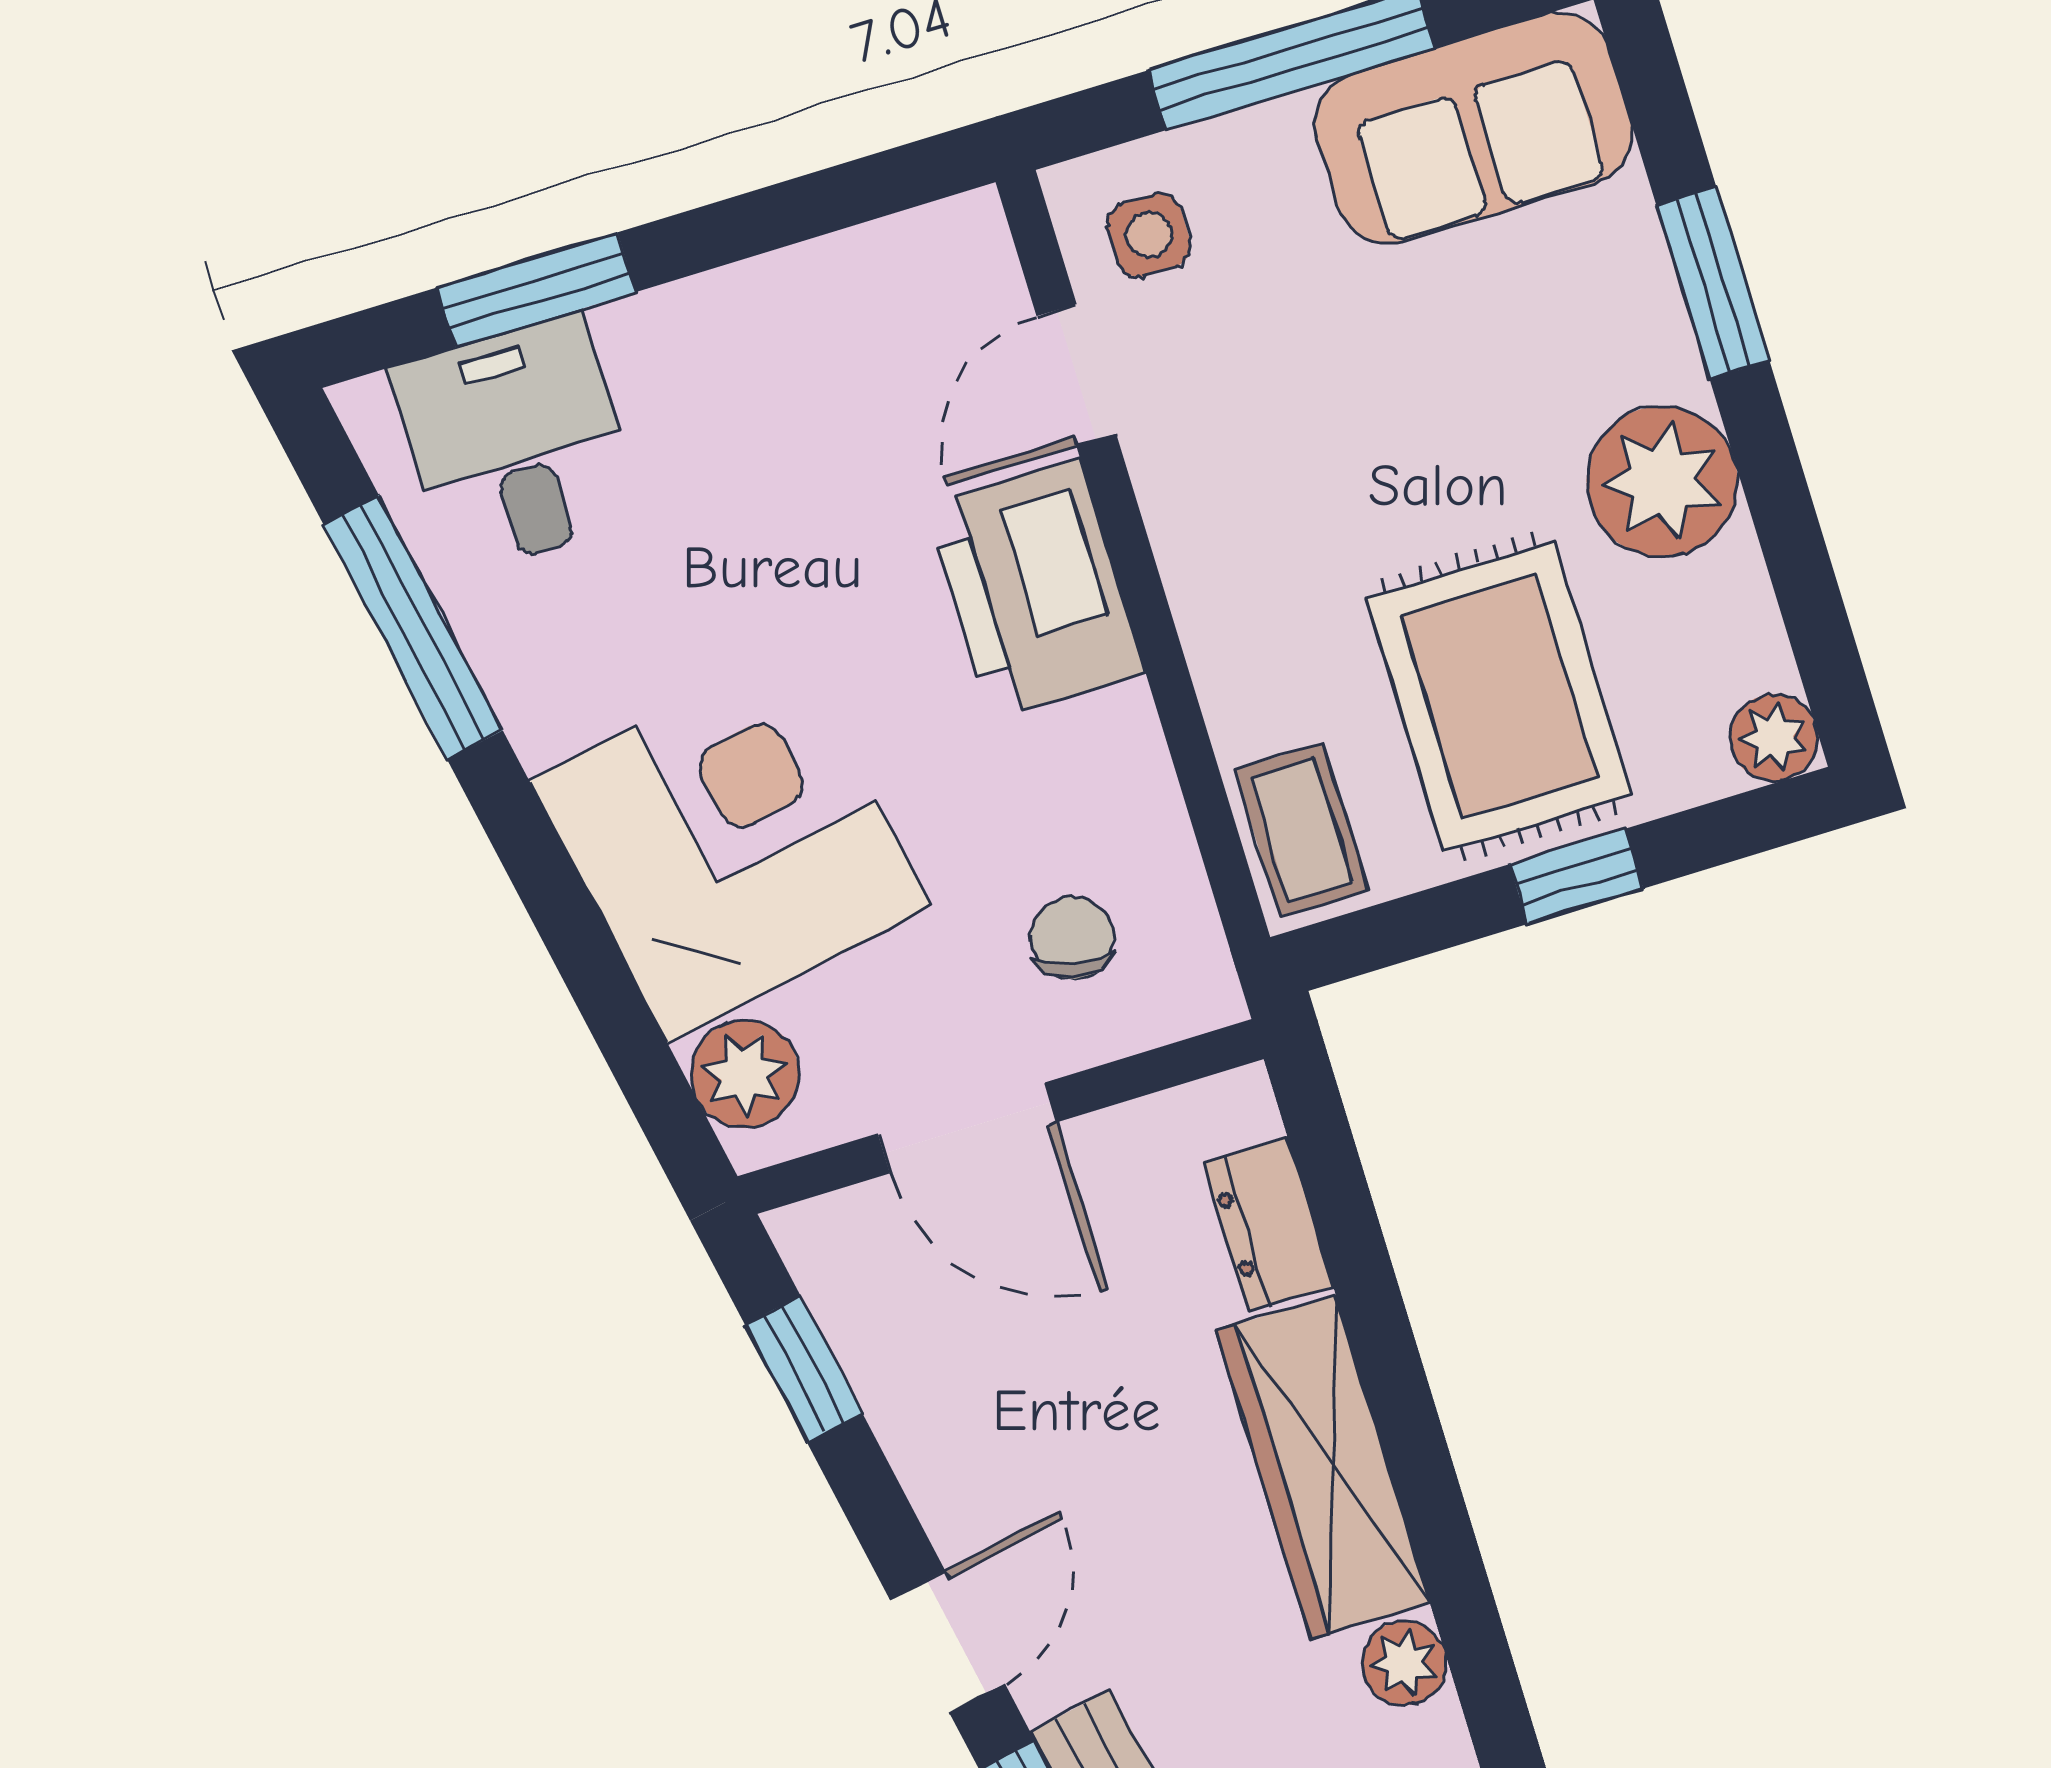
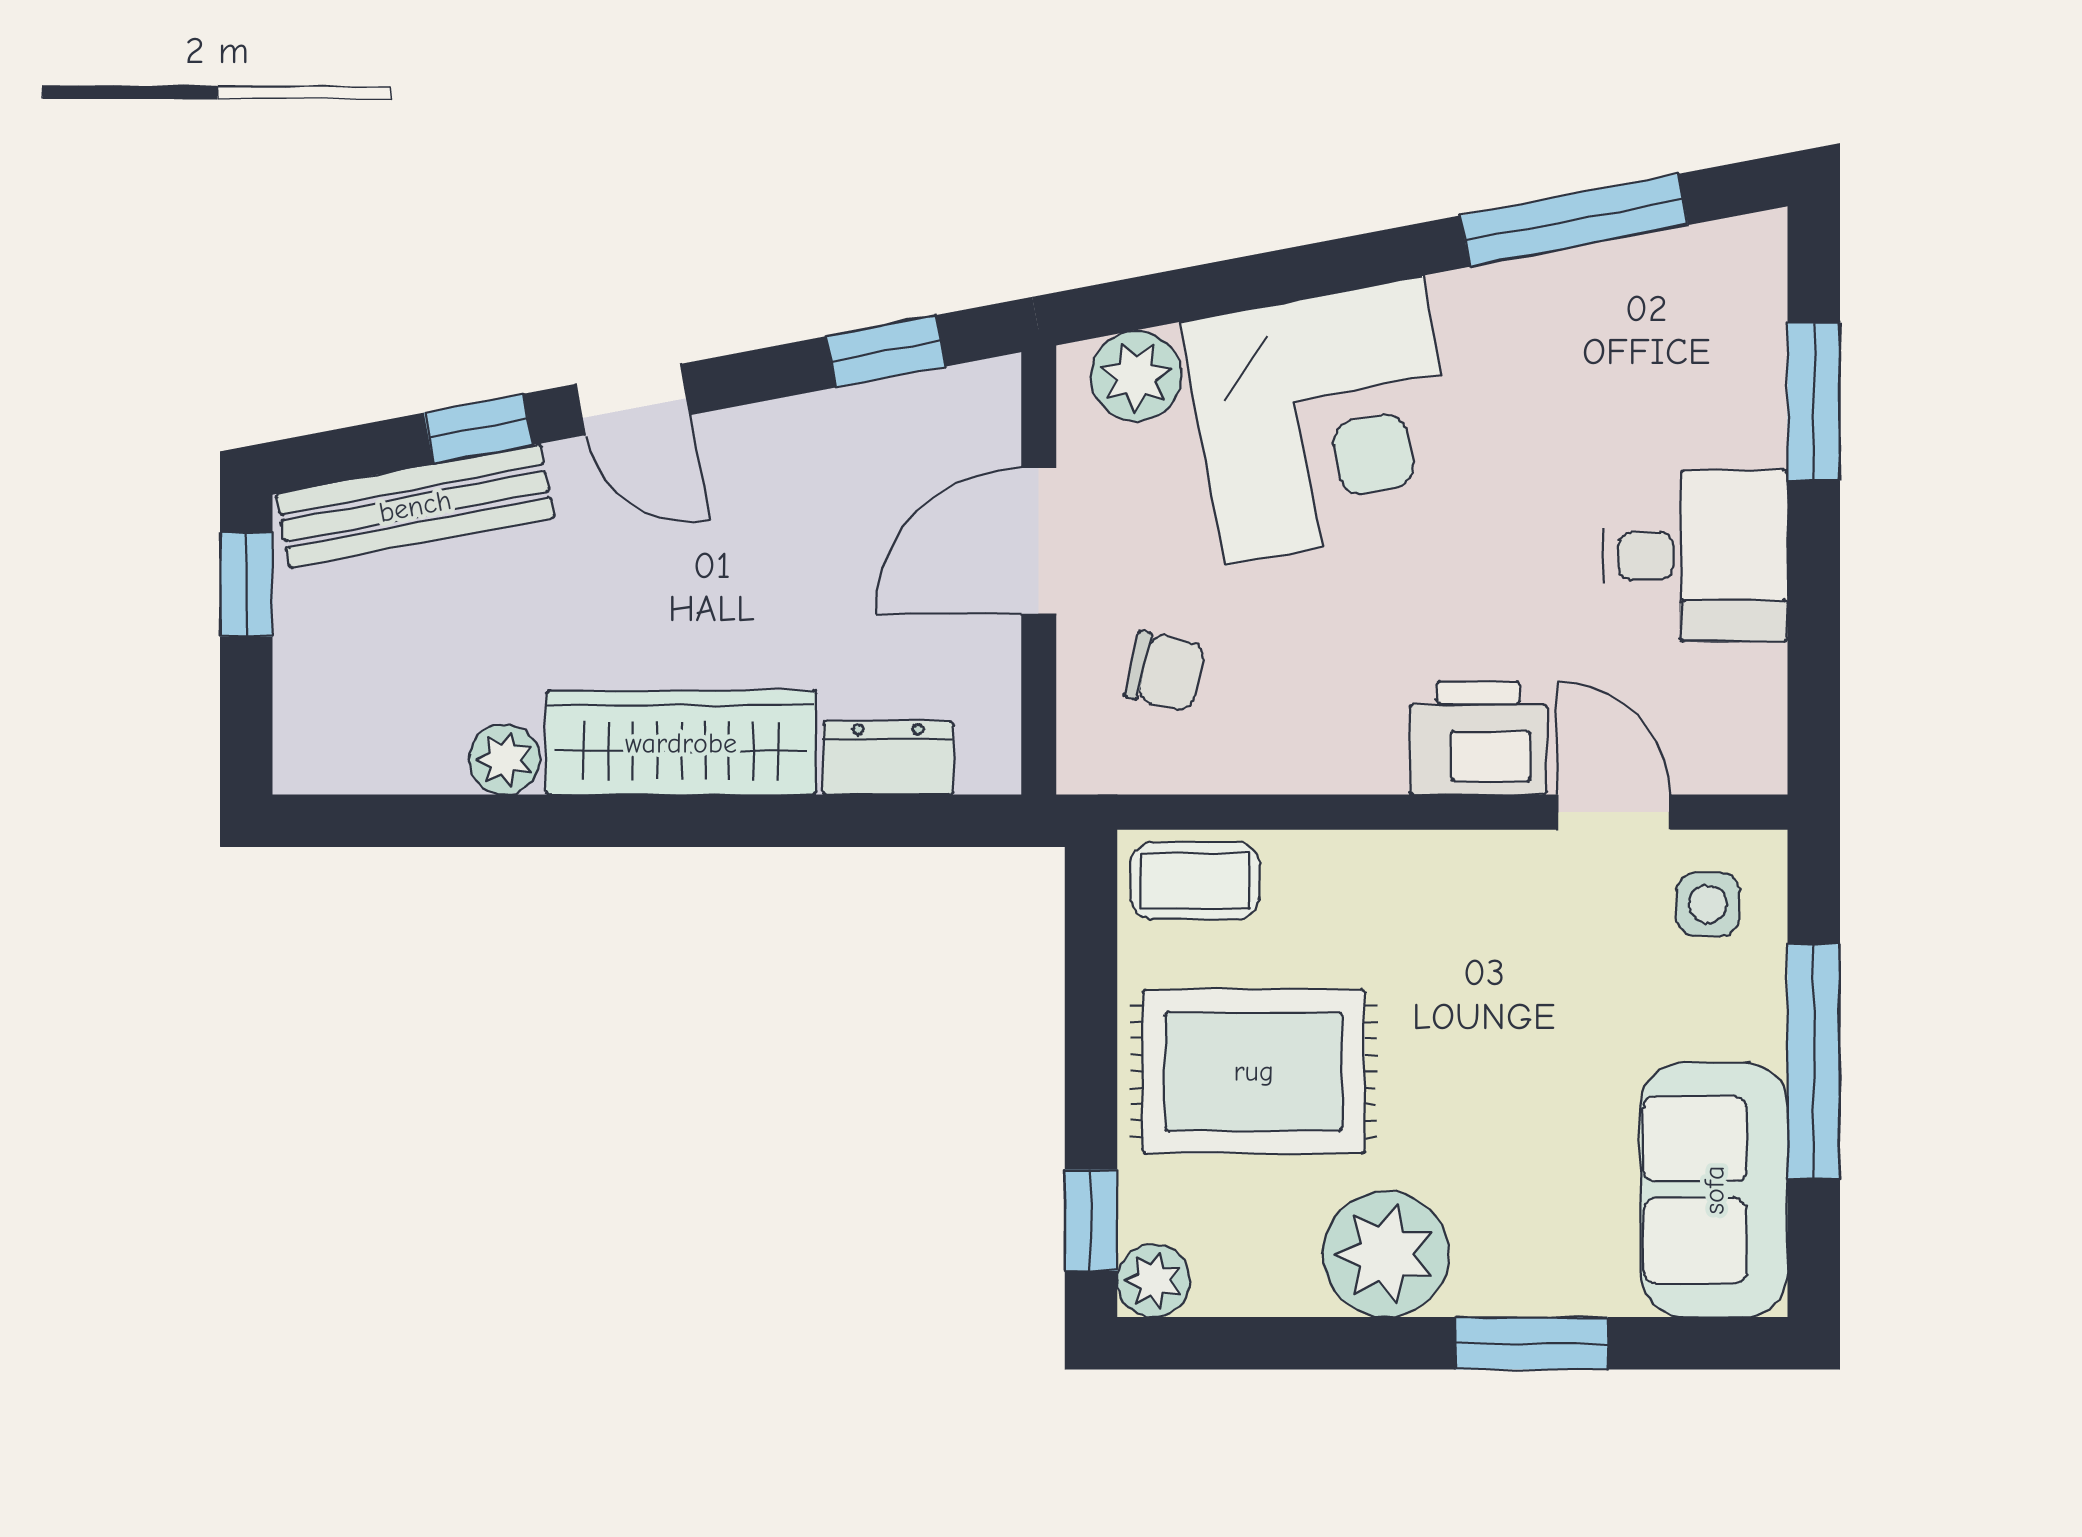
desk: (516, 444) -> (1695, 556), moved
printer: (1036, 589) -> (1478, 738), width x0.73, depth x0.84
window: (1576, 876) -> (1091, 1220), moved

